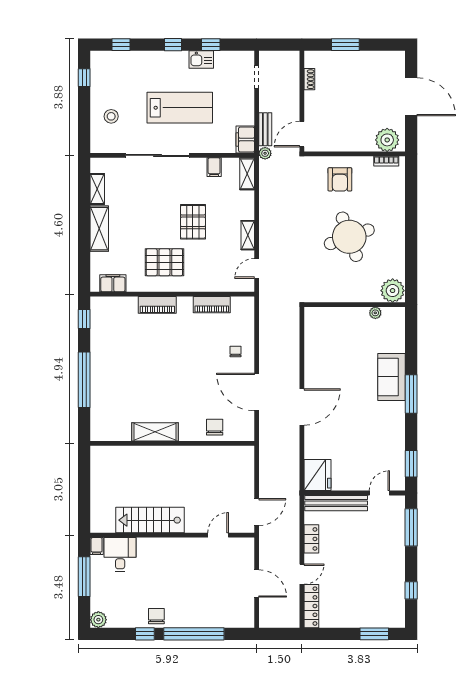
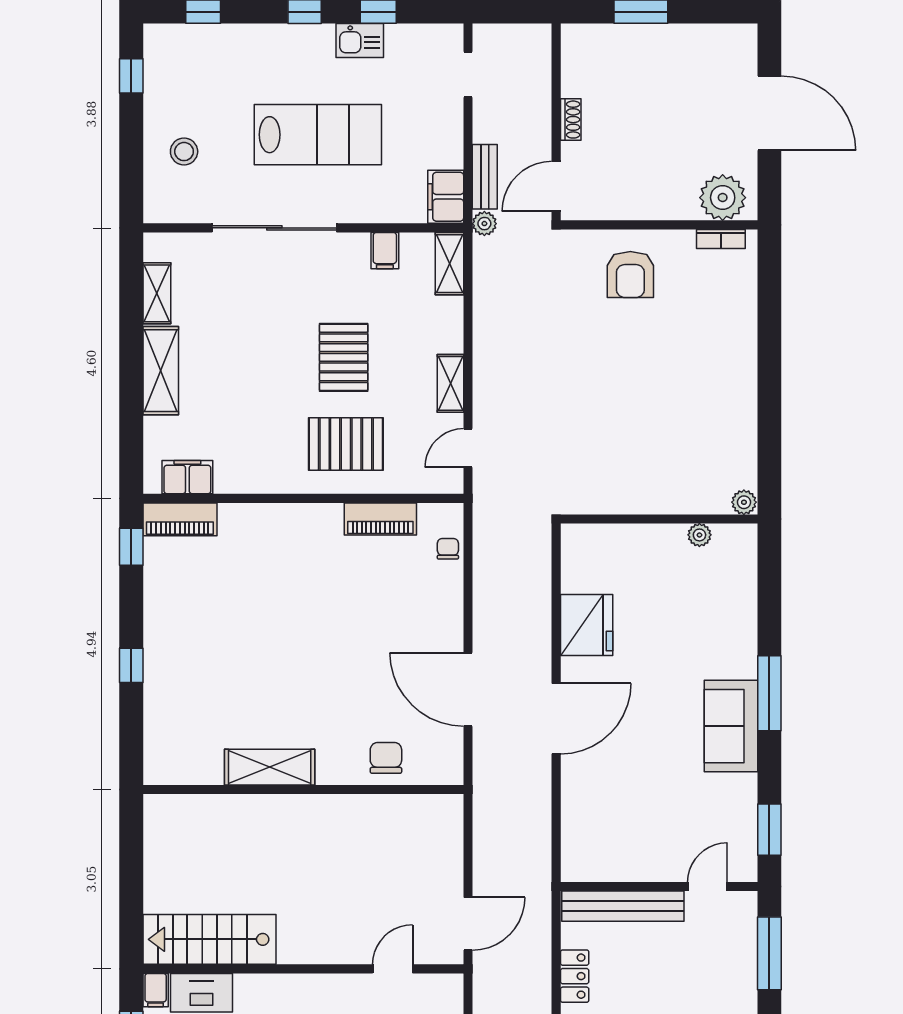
shoe rack: (309, 79) -> (571, 120), moved
round table: (349, 237) -> (649, 387), removed
pallet: (164, 262) -> (346, 444), moved
plant: (393, 291) -> (744, 502), width x0.53, depth x0.53
piano: (157, 305) -> (180, 519), moved
chair: (236, 351) -> (448, 549), moved
sofa: (391, 377) -> (731, 726), moved
window: (84, 380) -> (131, 665), width x0.32
fridge: (317, 475) -> (587, 625), moved
stairs: (150, 520) -> (209, 939), moved

